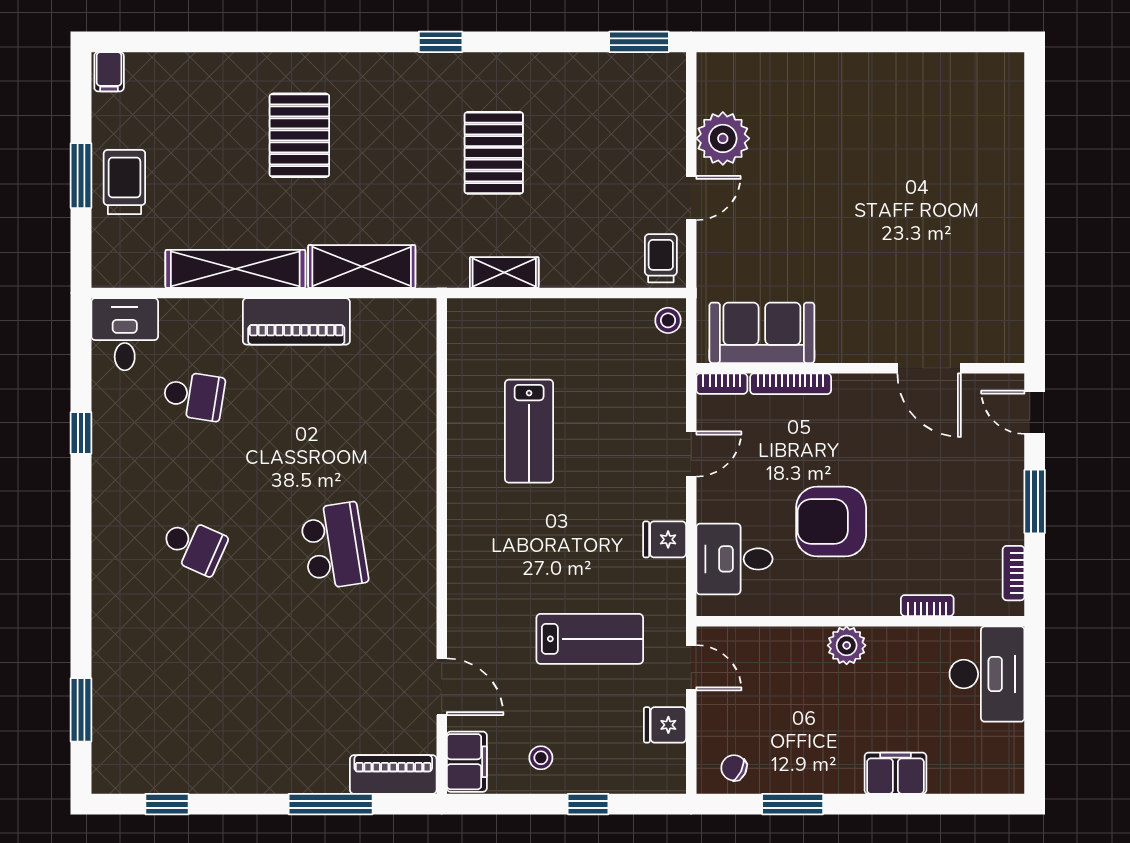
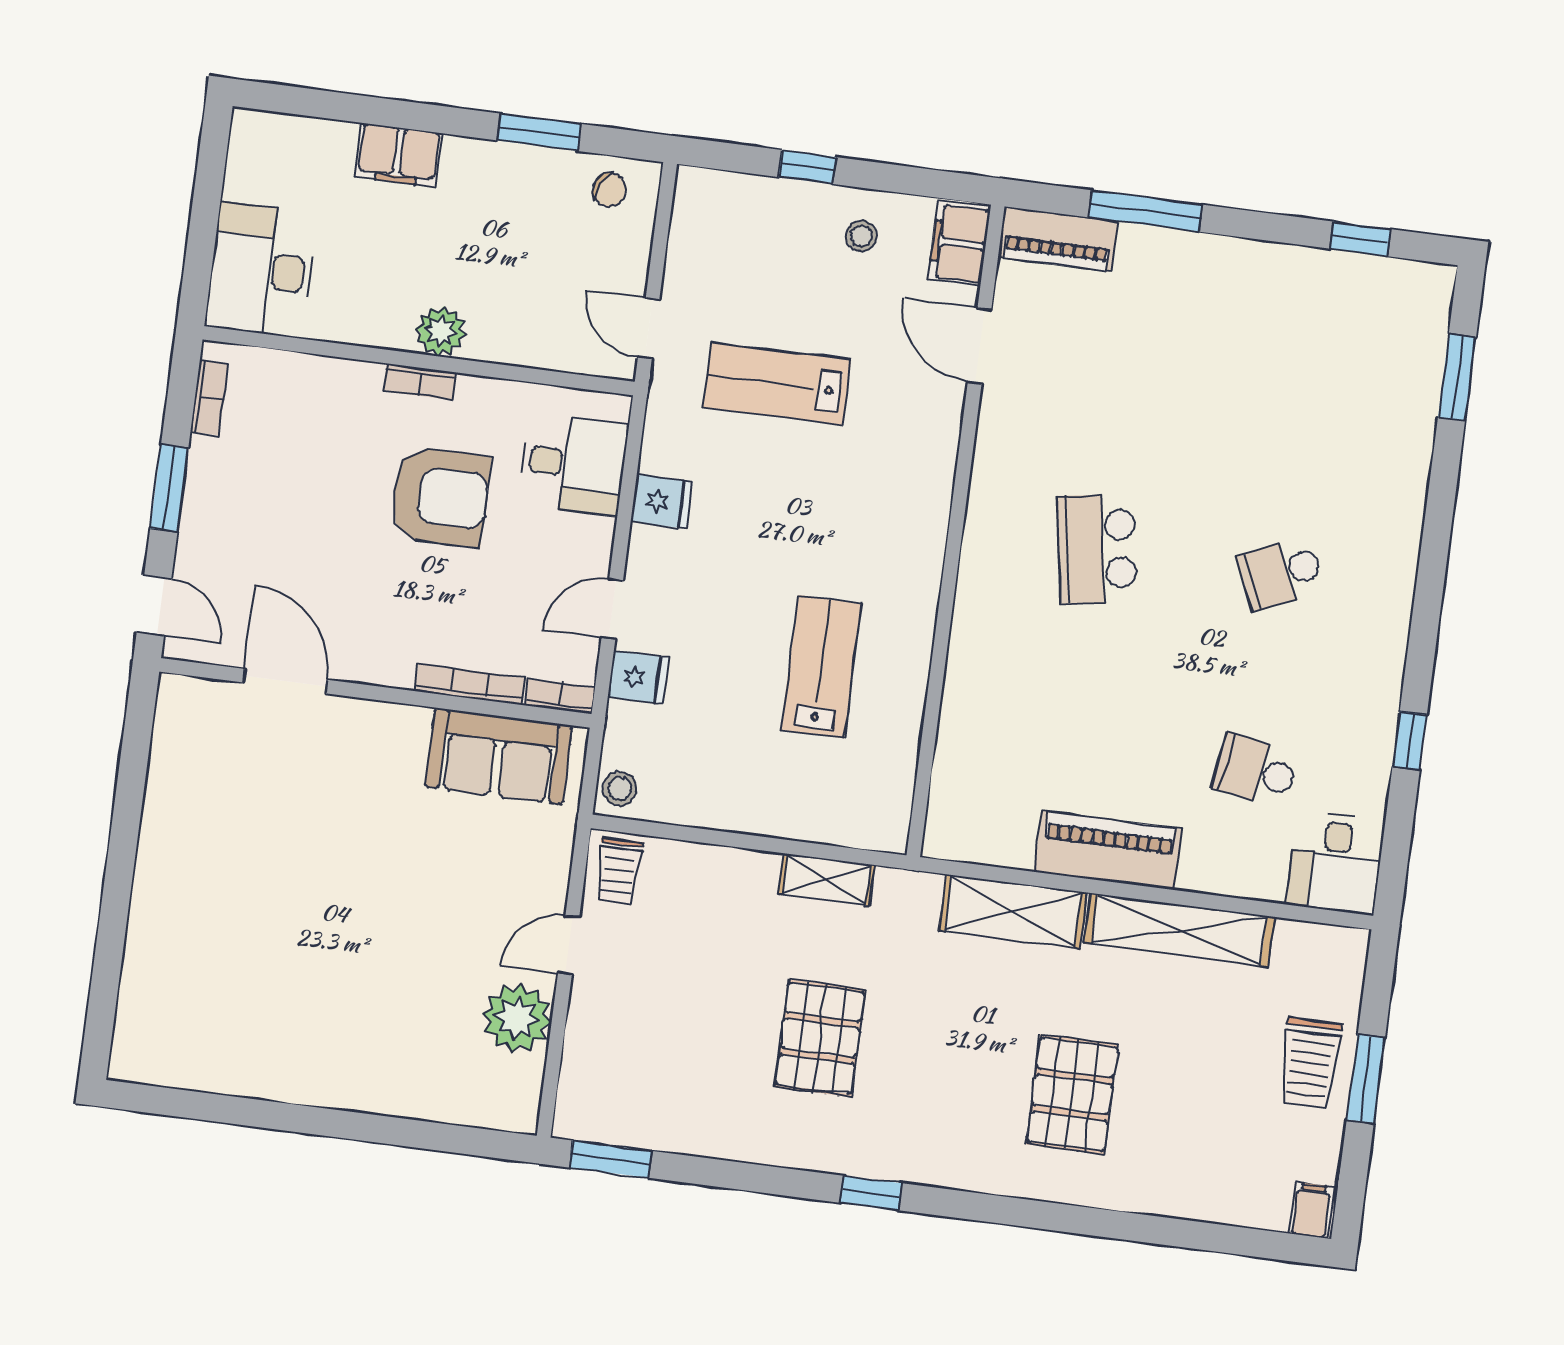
school desk: (194, 546) -> (1281, 573), turned -48
bookcase: (927, 606) -> (420, 382), moved
fridge: (665, 725) -> (638, 677), moved

